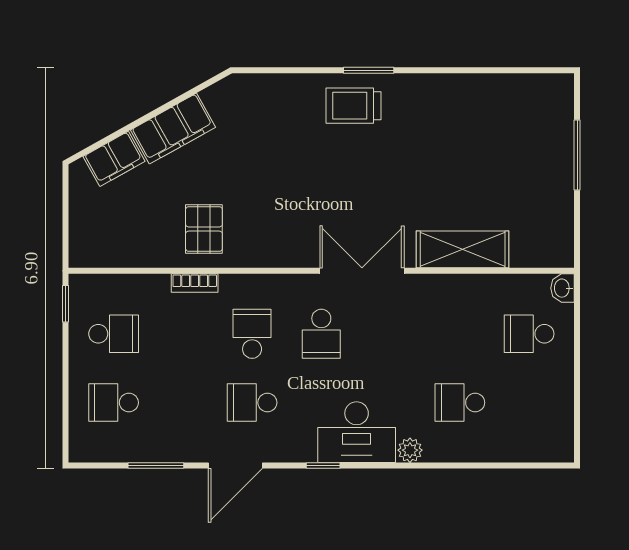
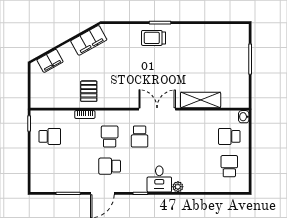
filing cabinet: (173, 129) -> (89, 40), moved
school desk: (114, 403) -> (50, 166), removed
school desk: (460, 403) -> (229, 166), moved, turned 90
desk: (357, 432) -> (159, 179), width x0.73

